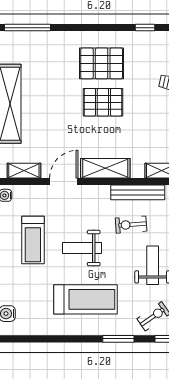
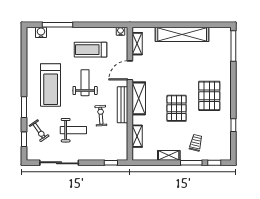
pallet: (103, 102) -> (177, 108), moved
door: (64, 181) -> (130, 70), swing flipped
bench: (138, 192) -> (122, 105), moved

